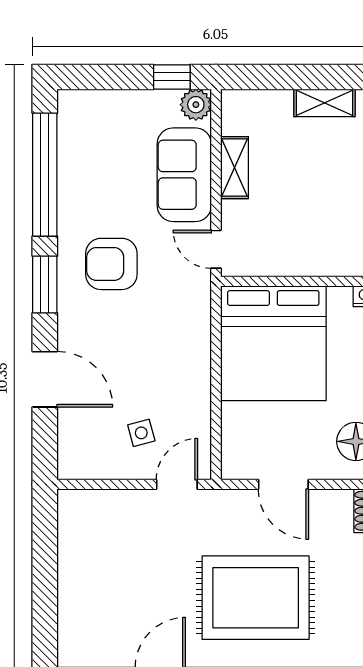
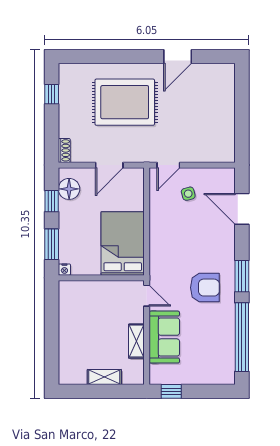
shelving: (324, 103) -> (104, 377), moved
plant: (196, 105) -> (158, 376), removed
bed: (273, 343) -> (123, 243), width x0.73
door: (45, 379) -> (242, 209), moved
door: (283, 484) -> (109, 165), swing flipped

